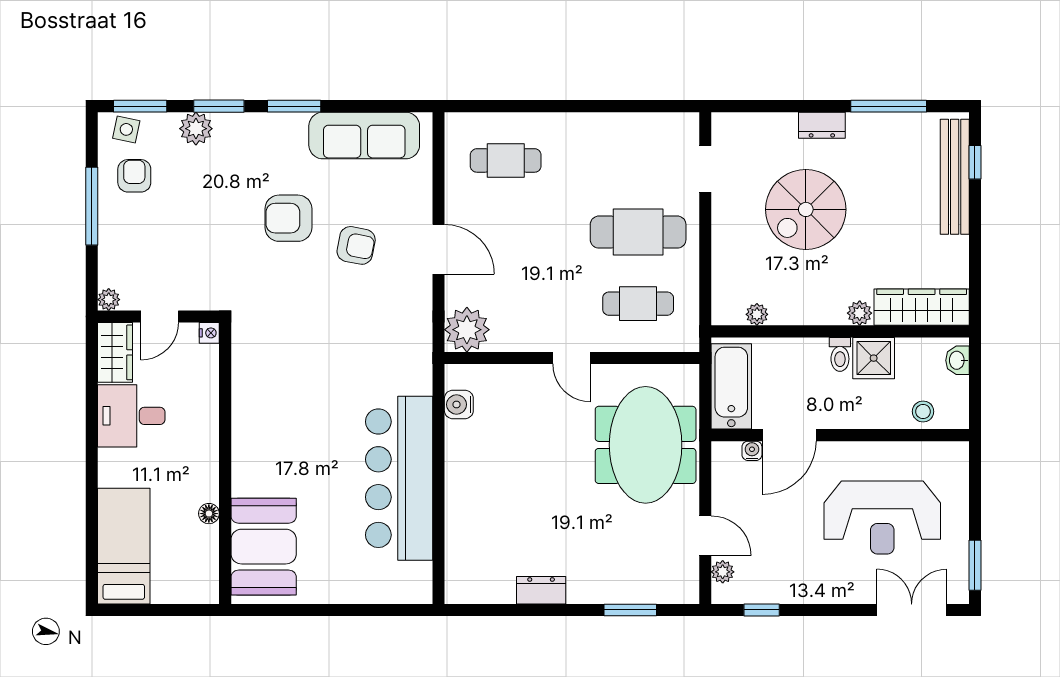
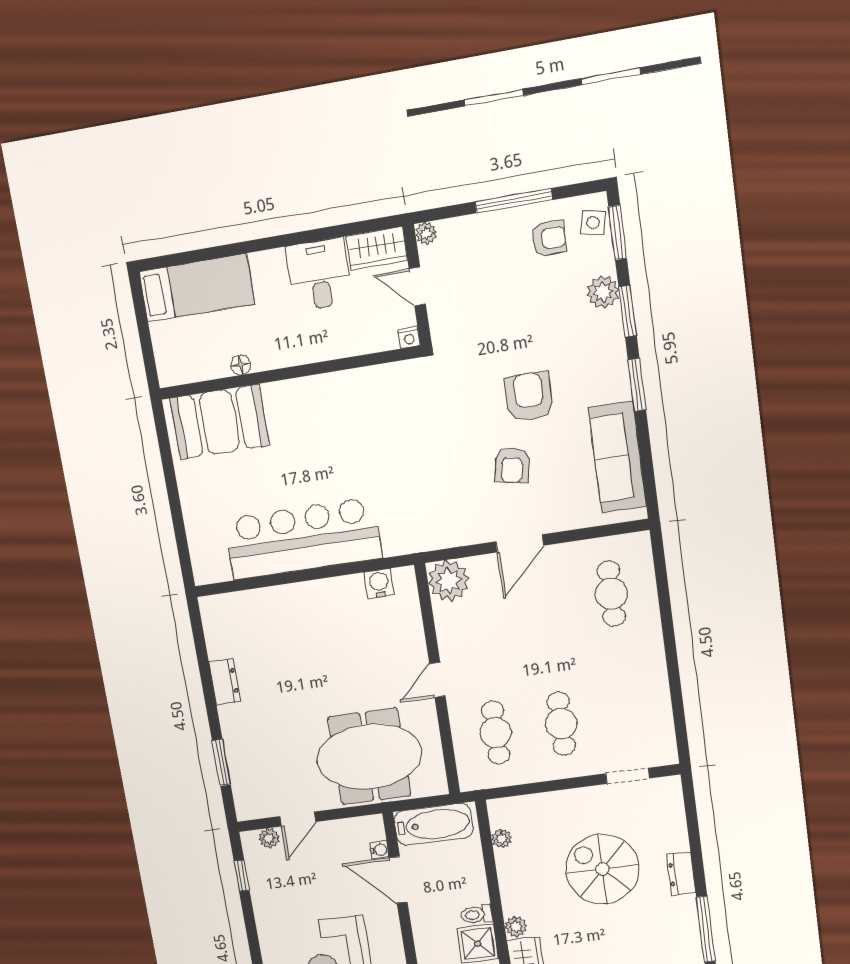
cafe table: (638, 232) -> (561, 724), width x0.73, depth x0.74

